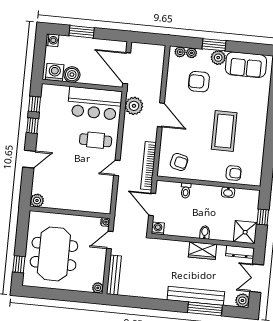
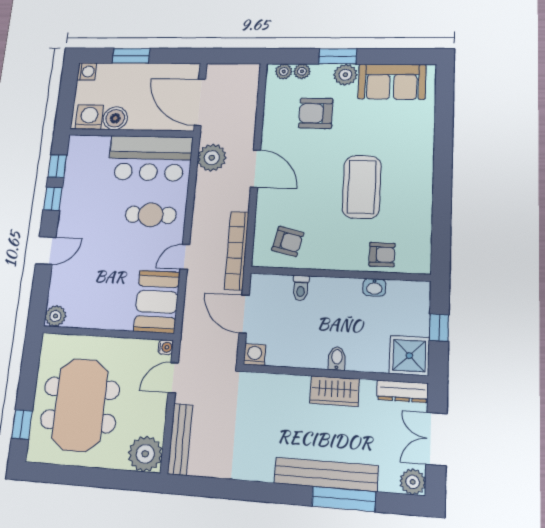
booth: (100, 195) -> (157, 302), added
plant: (98, 288) -> (145, 454), width x1.88, depth x1.88

